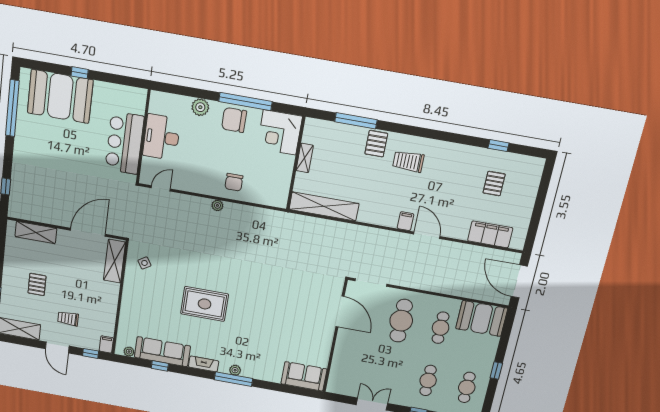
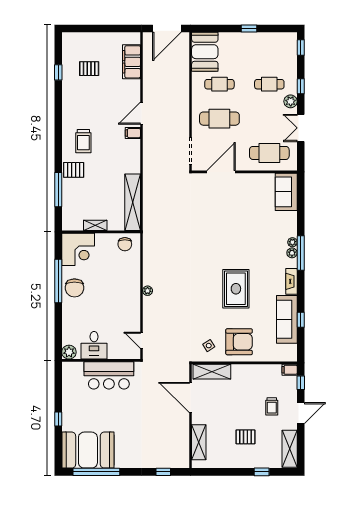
booth: (60, 96) -> (88, 450), moved, turned 90
plant: (200, 107) -> (69, 352), moved
desk: (162, 137) -> (94, 345), width x0.73
chair: (234, 182) -> (125, 244), moved, turned 90
armchair: (144, 297) -> (239, 342), added
plant: (129, 352) -> (292, 242), moved
cafe table: (467, 387) -> (269, 153), moved, width x1.37, depth x1.35
plant: (404, 399) -> (291, 101), added

